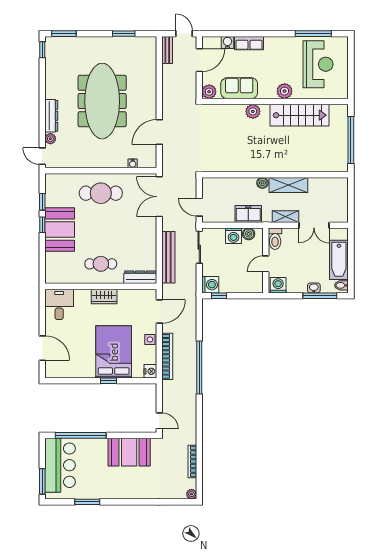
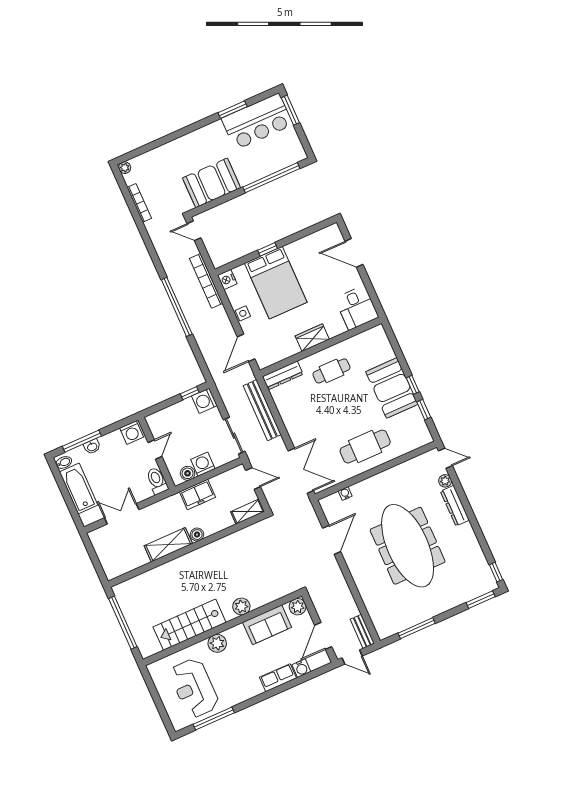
window: (124, 34) -> (417, 628), width x1.44
shelving: (286, 217) -> (248, 512), moved
bookcase: (167, 356) -> (206, 281), moved
bar counter: (60, 465) -> (257, 122), moved, turned -90

